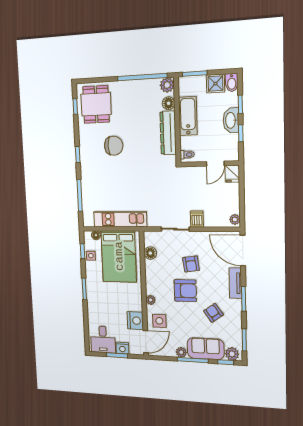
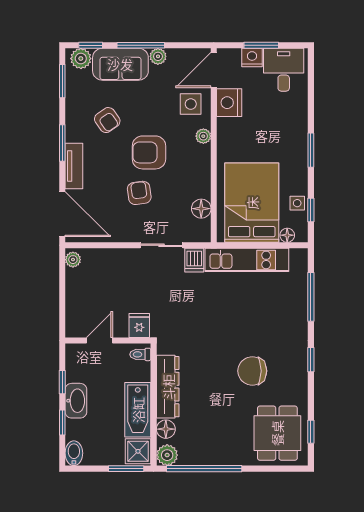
shower: (215, 84) -> (138, 451), moved
fridge: (232, 174) -> (139, 325), moved
dishwasher: (197, 219) -> (194, 260), moved

